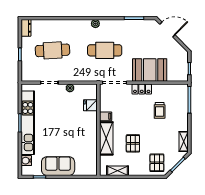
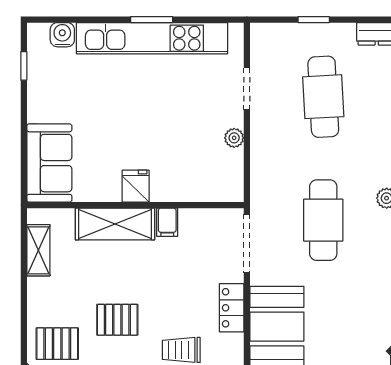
fridge: (90, 105) -> (136, 186), moved
pallet: (133, 143) -> (117, 320), moved
sofa: (58, 166) -> (49, 163), moved

